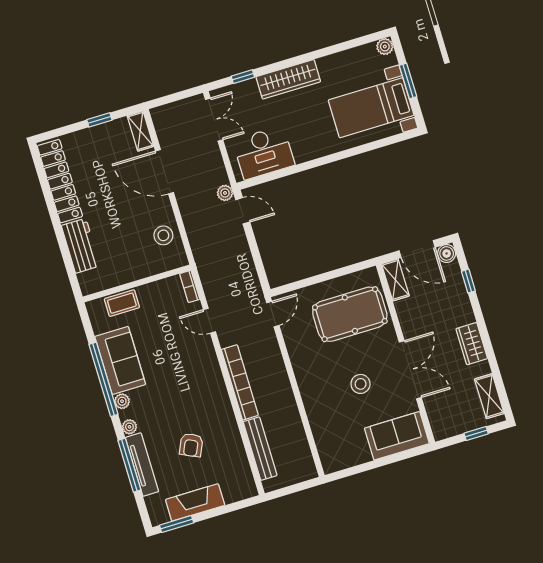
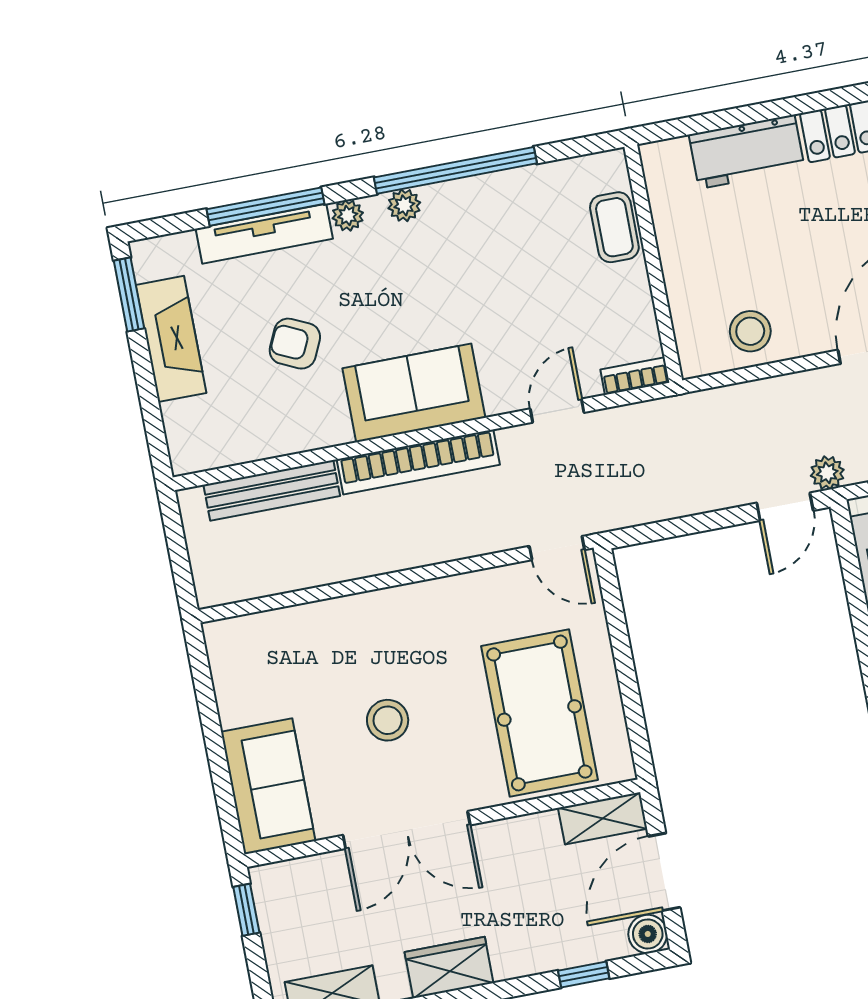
sofa: (120, 360) -> (414, 393), moved, turned 180
window: (476, 434) -> (246, 910), moved

